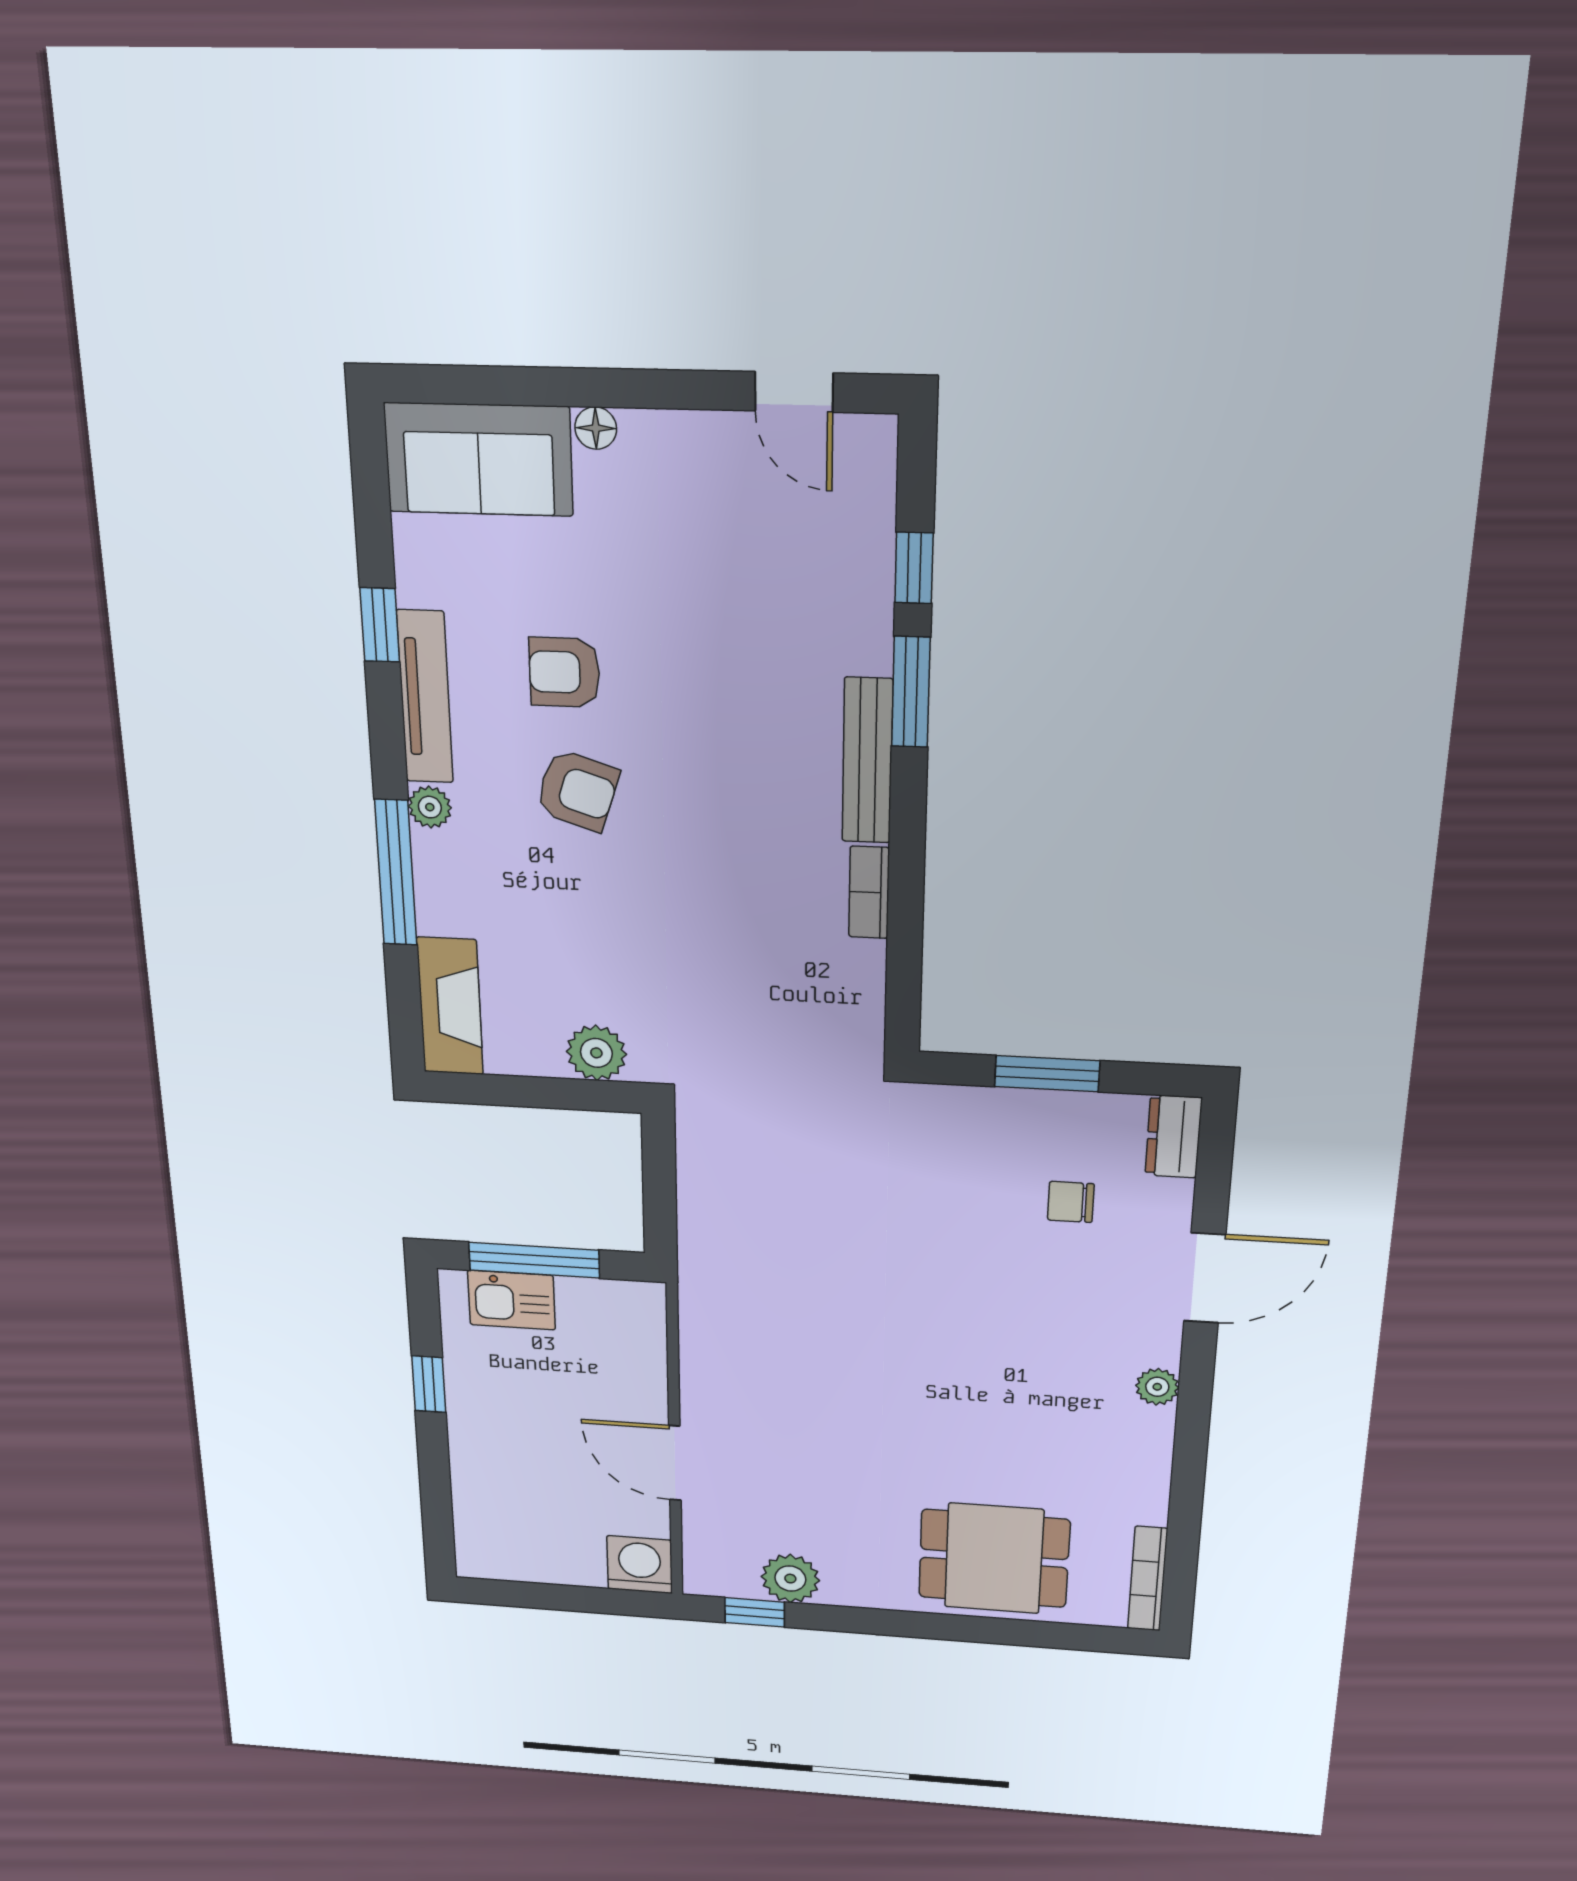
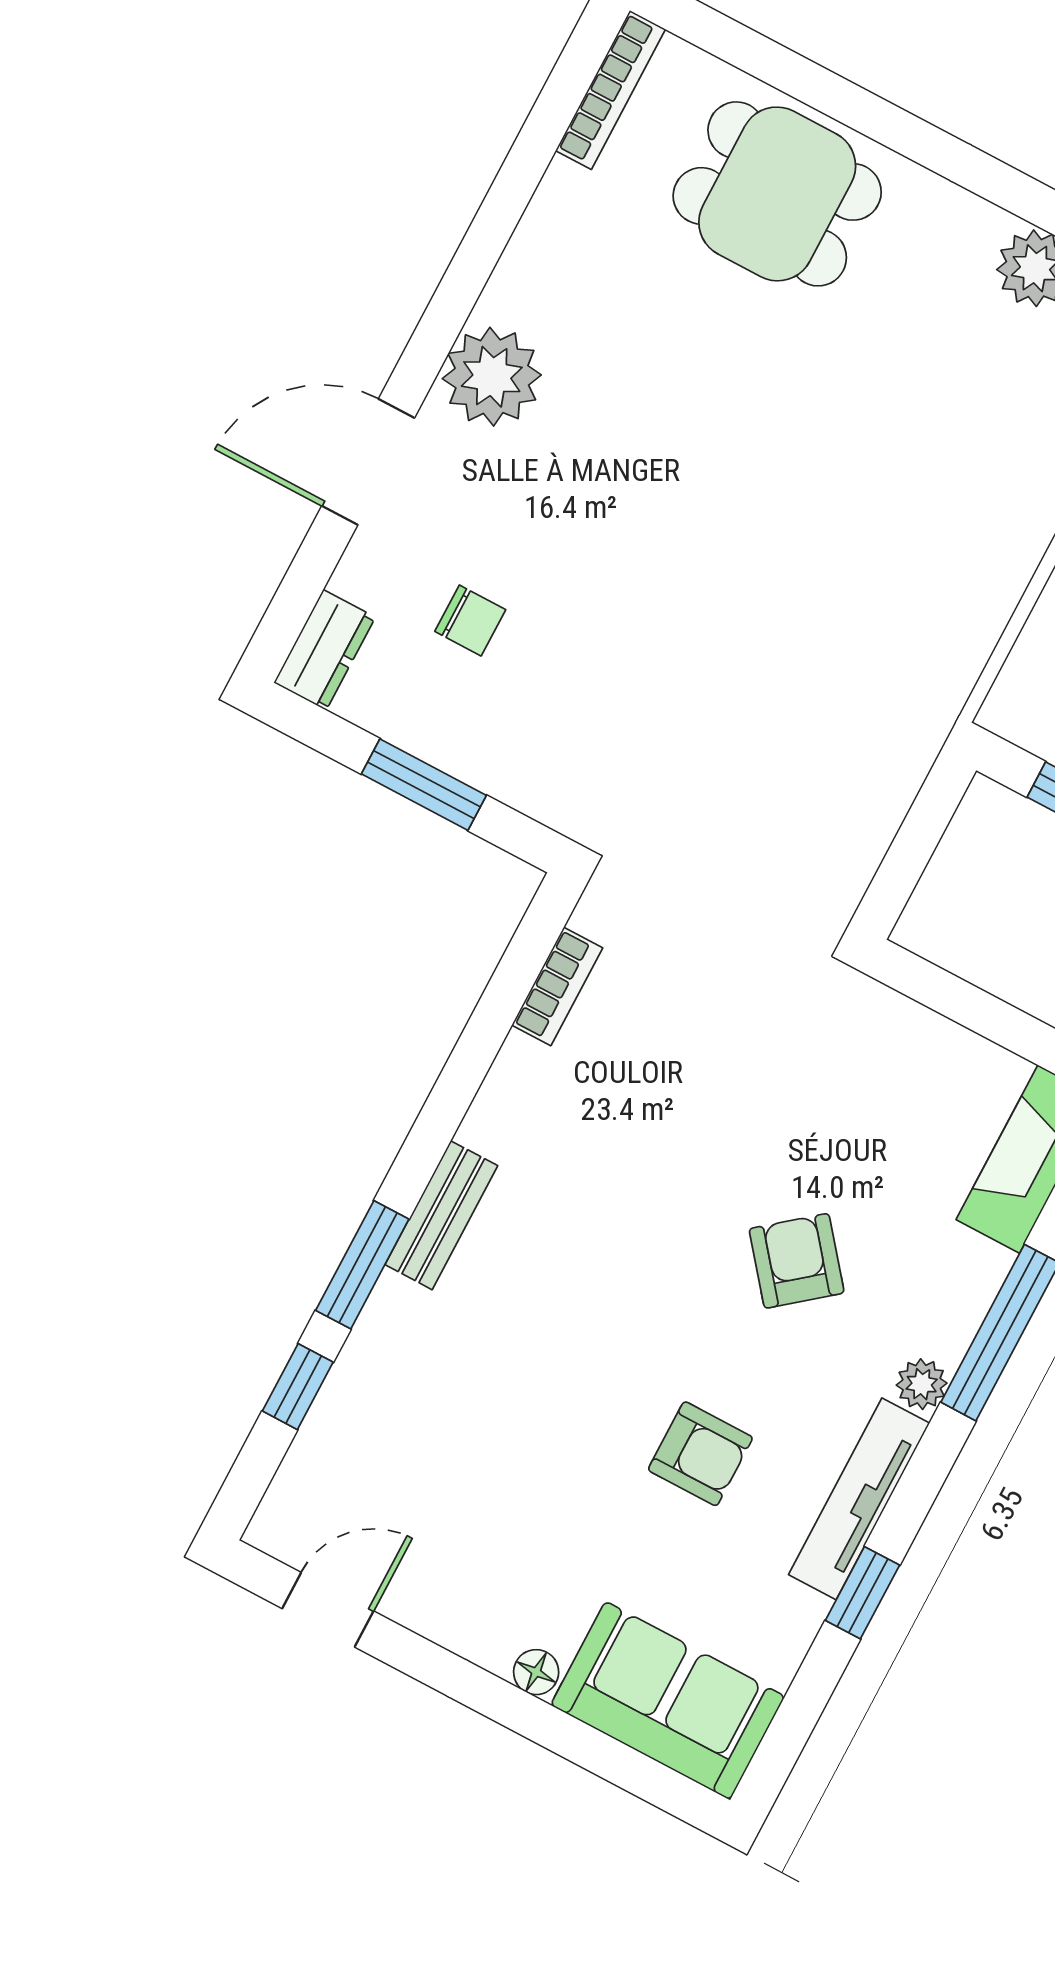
door: (794, 392) -> (328, 1610), hinge flipped
bench: (867, 761) -> (441, 1215), width x0.73
armchair: (577, 790) -> (797, 1261), moved, turned 33
bookcase: (869, 892) -> (557, 987), moved
plant: (596, 1053) -> (898, 1032), removed
plant: (1157, 1387) -> (492, 377), width x1.88, depth x1.88

